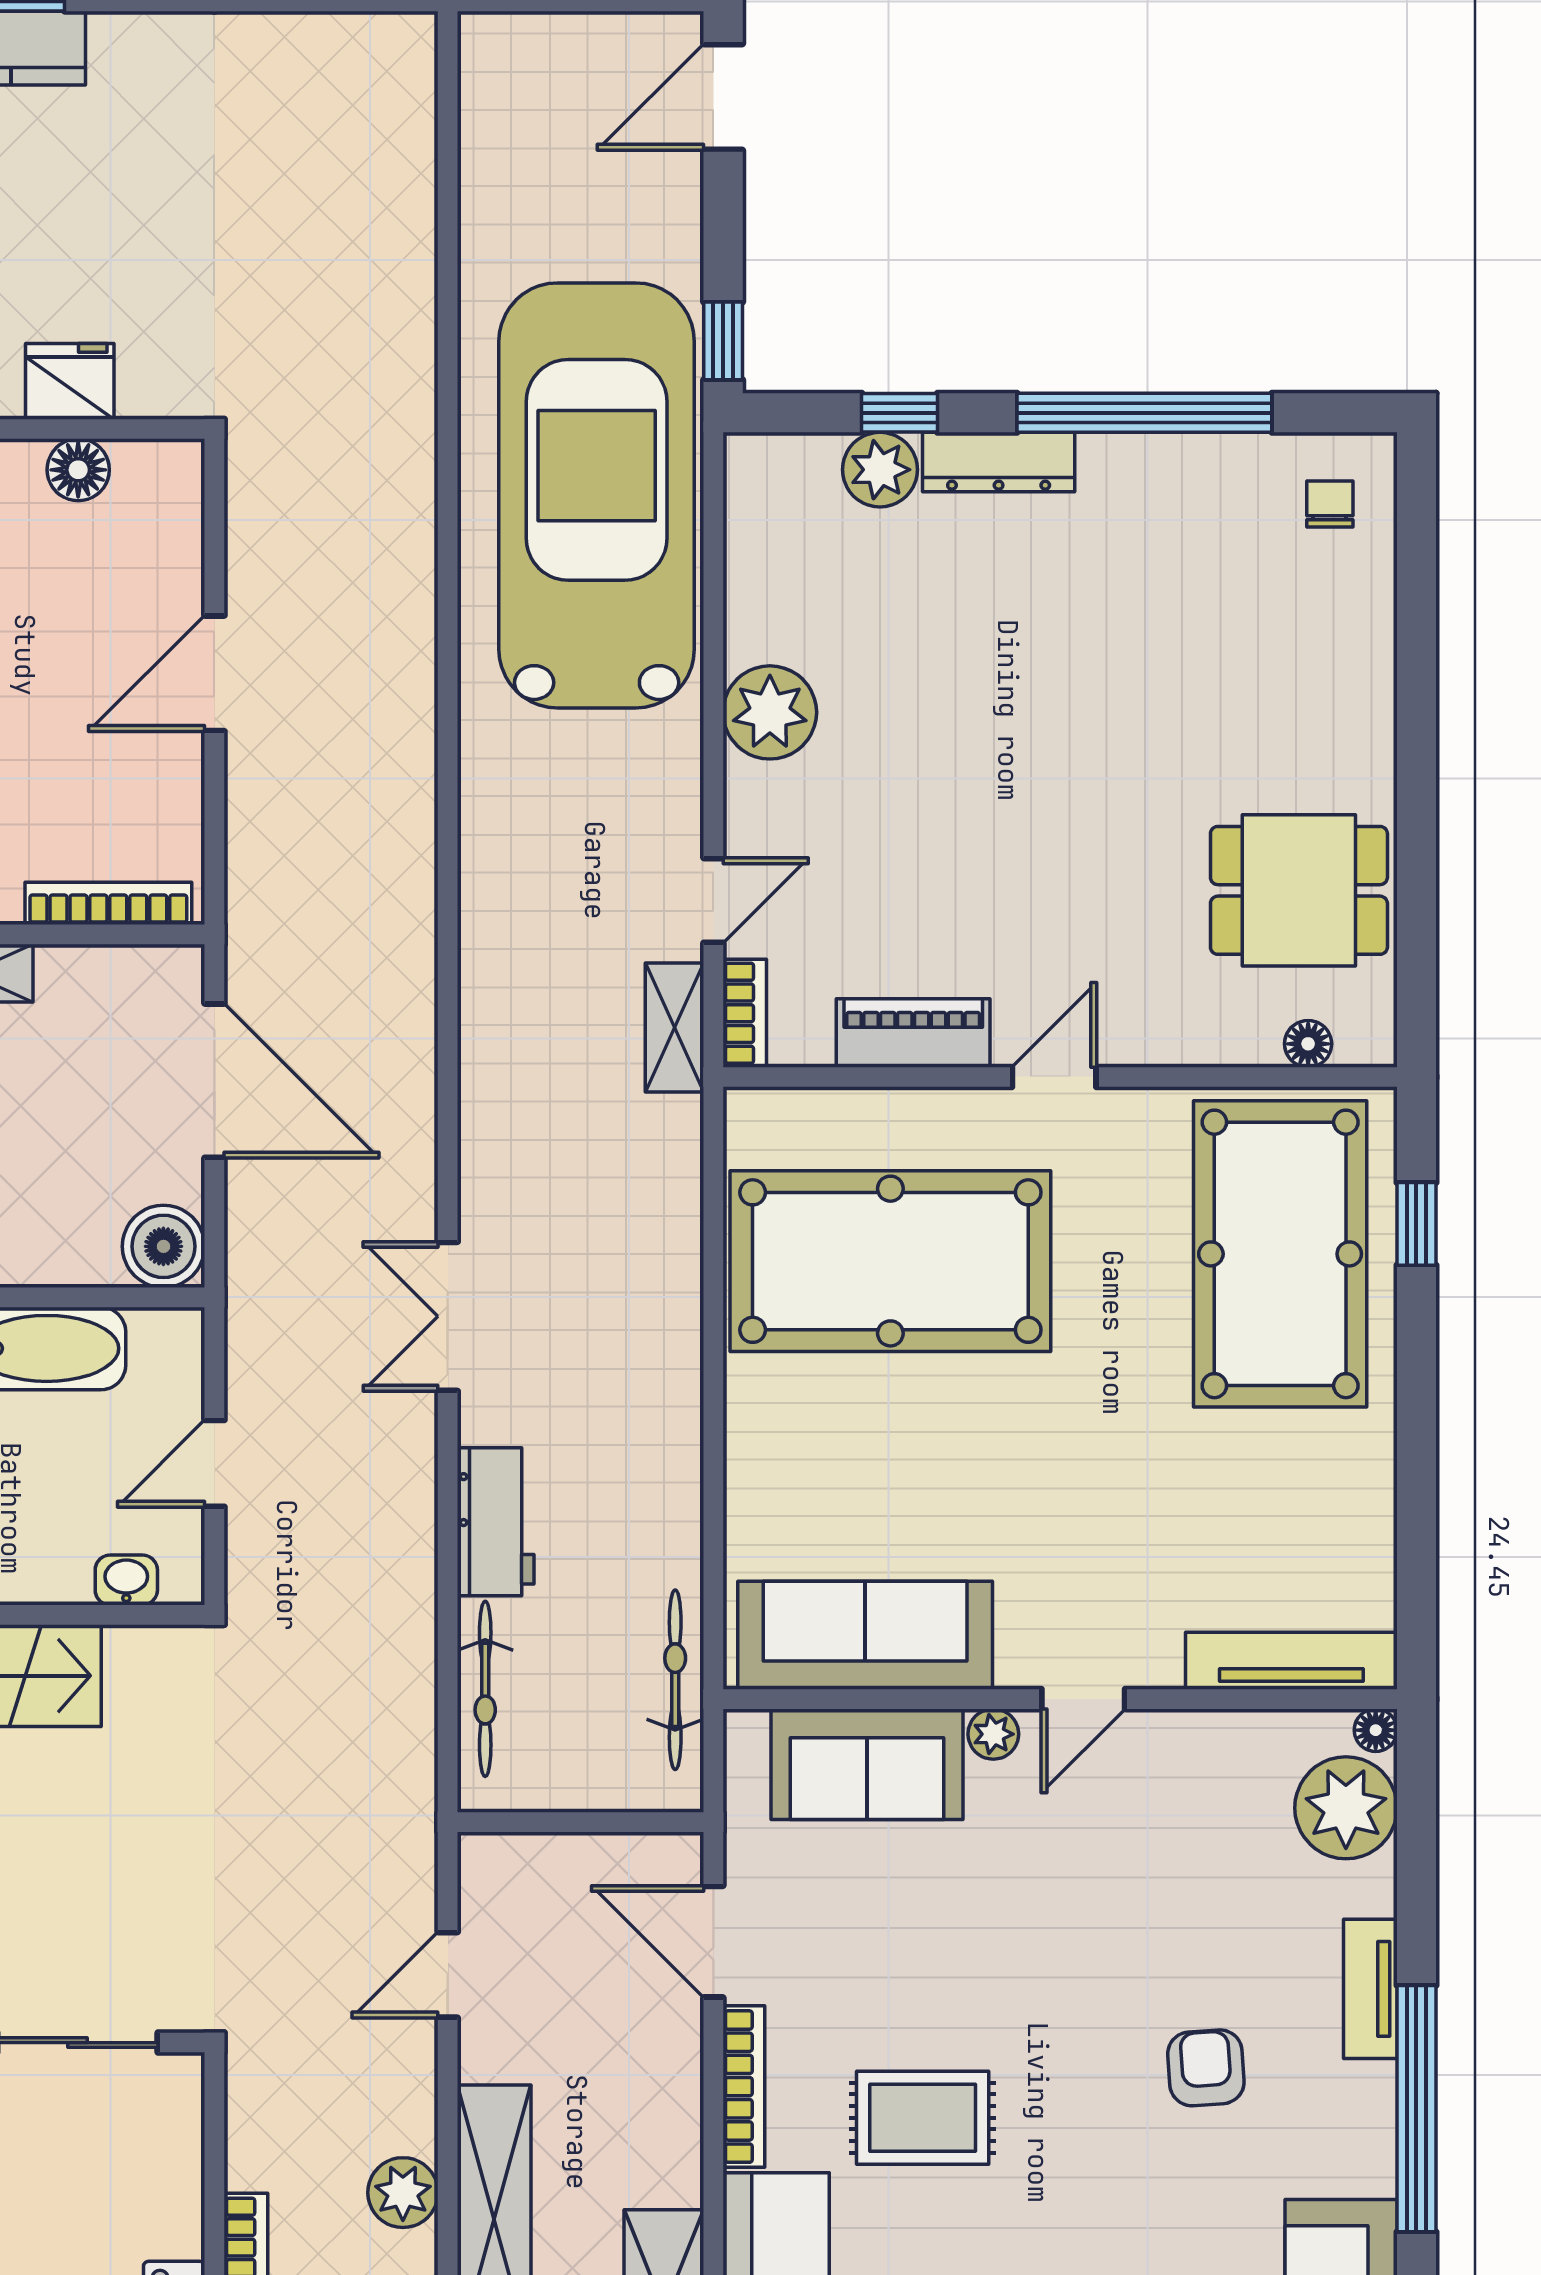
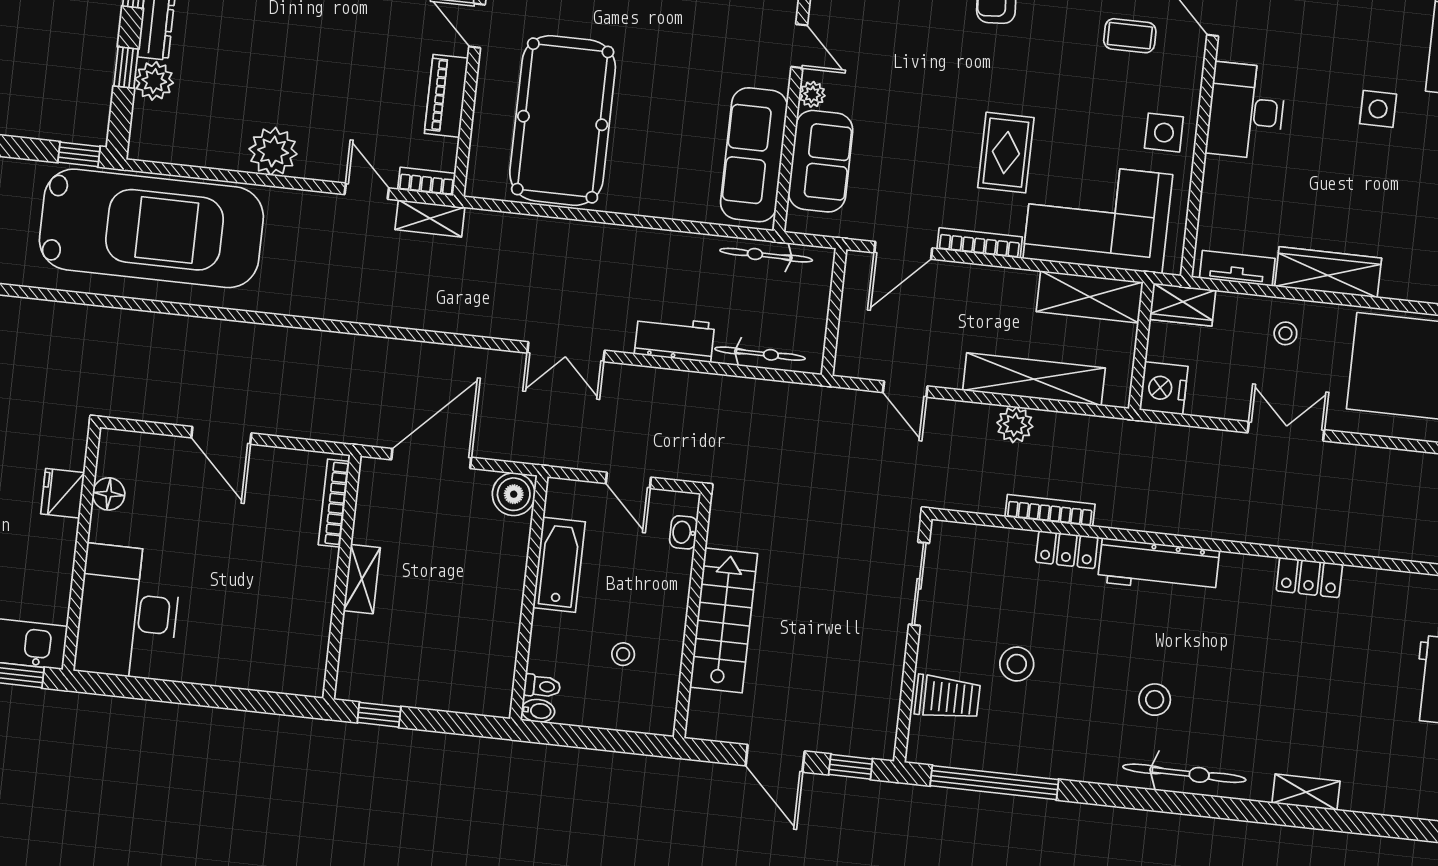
car: (597, 495) -> (151, 228), turned 180

